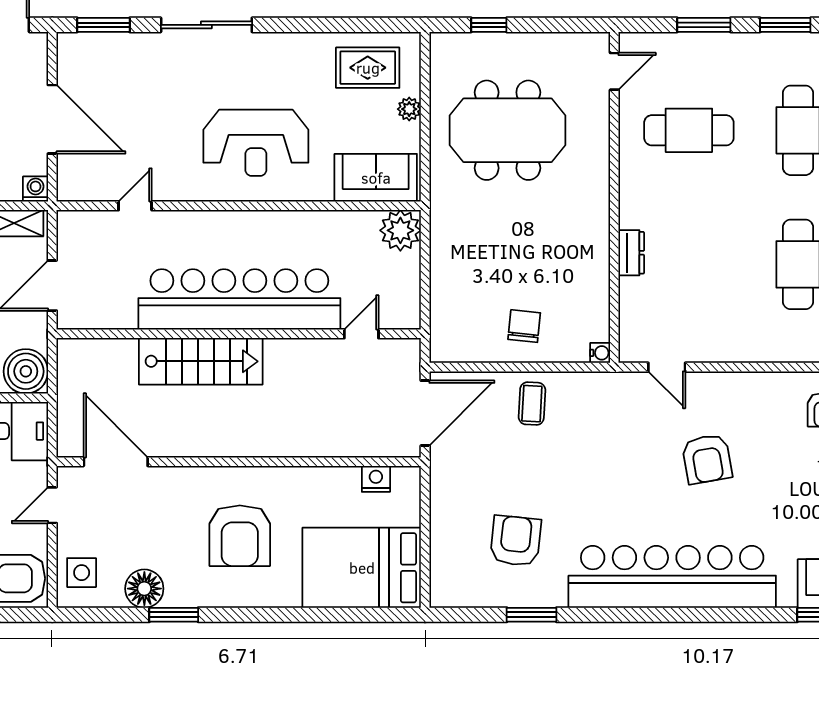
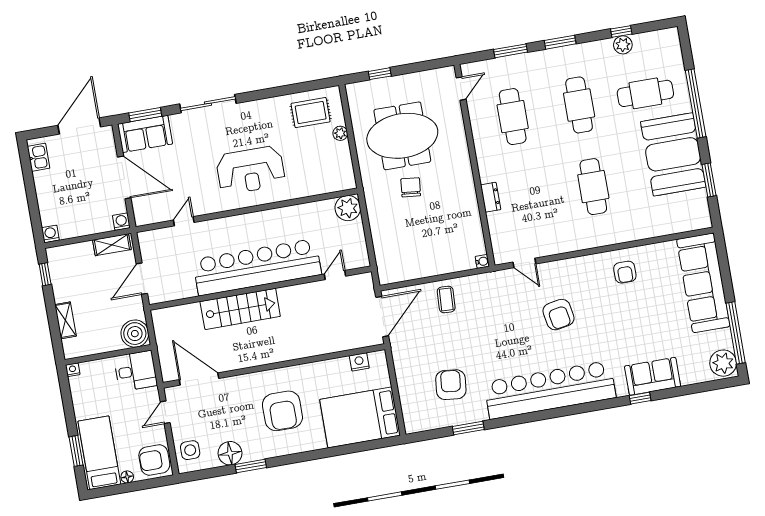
cafe table: (689, 130) -> (513, 117), turned 90
sofa: (376, 178) -> (145, 134), moved, turned 180
chair: (524, 326) -> (411, 187), moved

